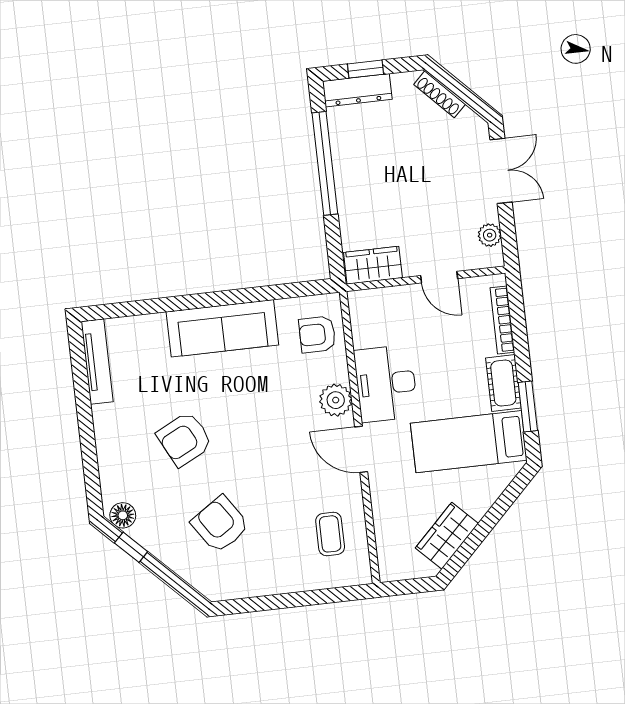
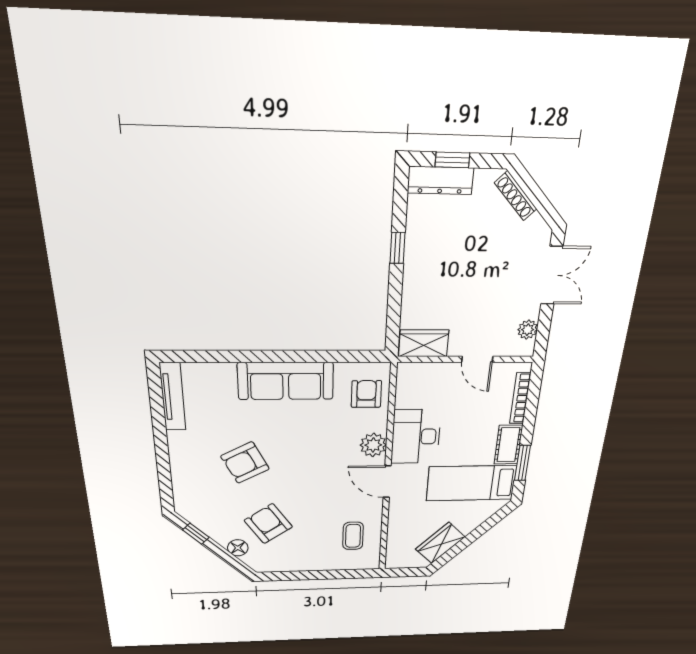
window: (325, 163) -> (397, 248), width x0.32
armchair: (317, 334) -> (366, 394), turned 90
floor lamp: (123, 515) -> (238, 548), moved

